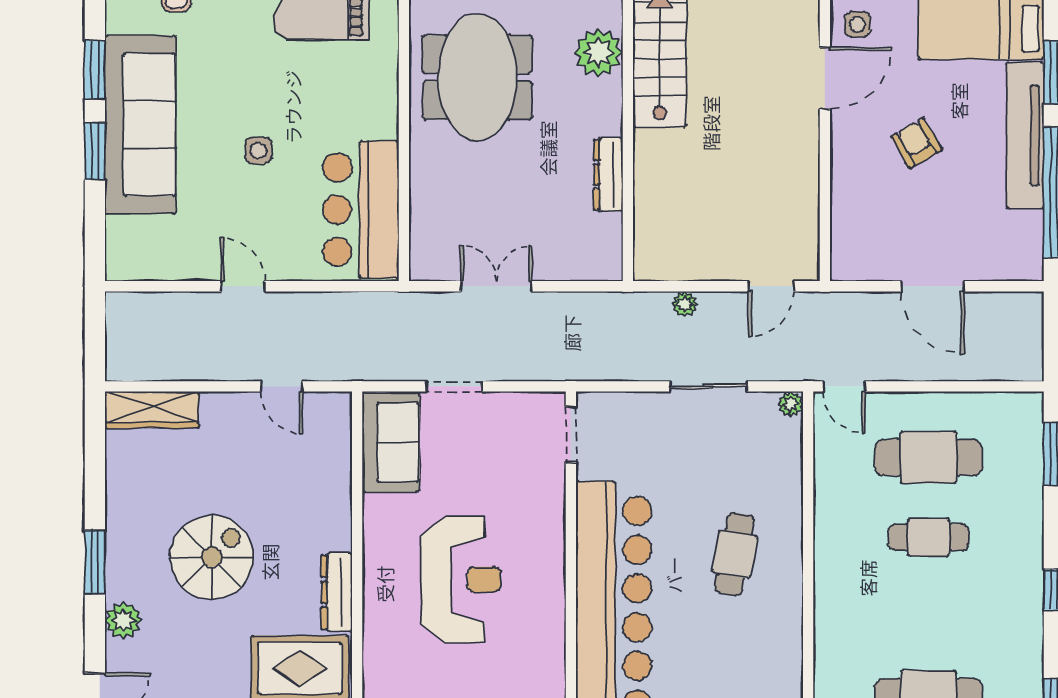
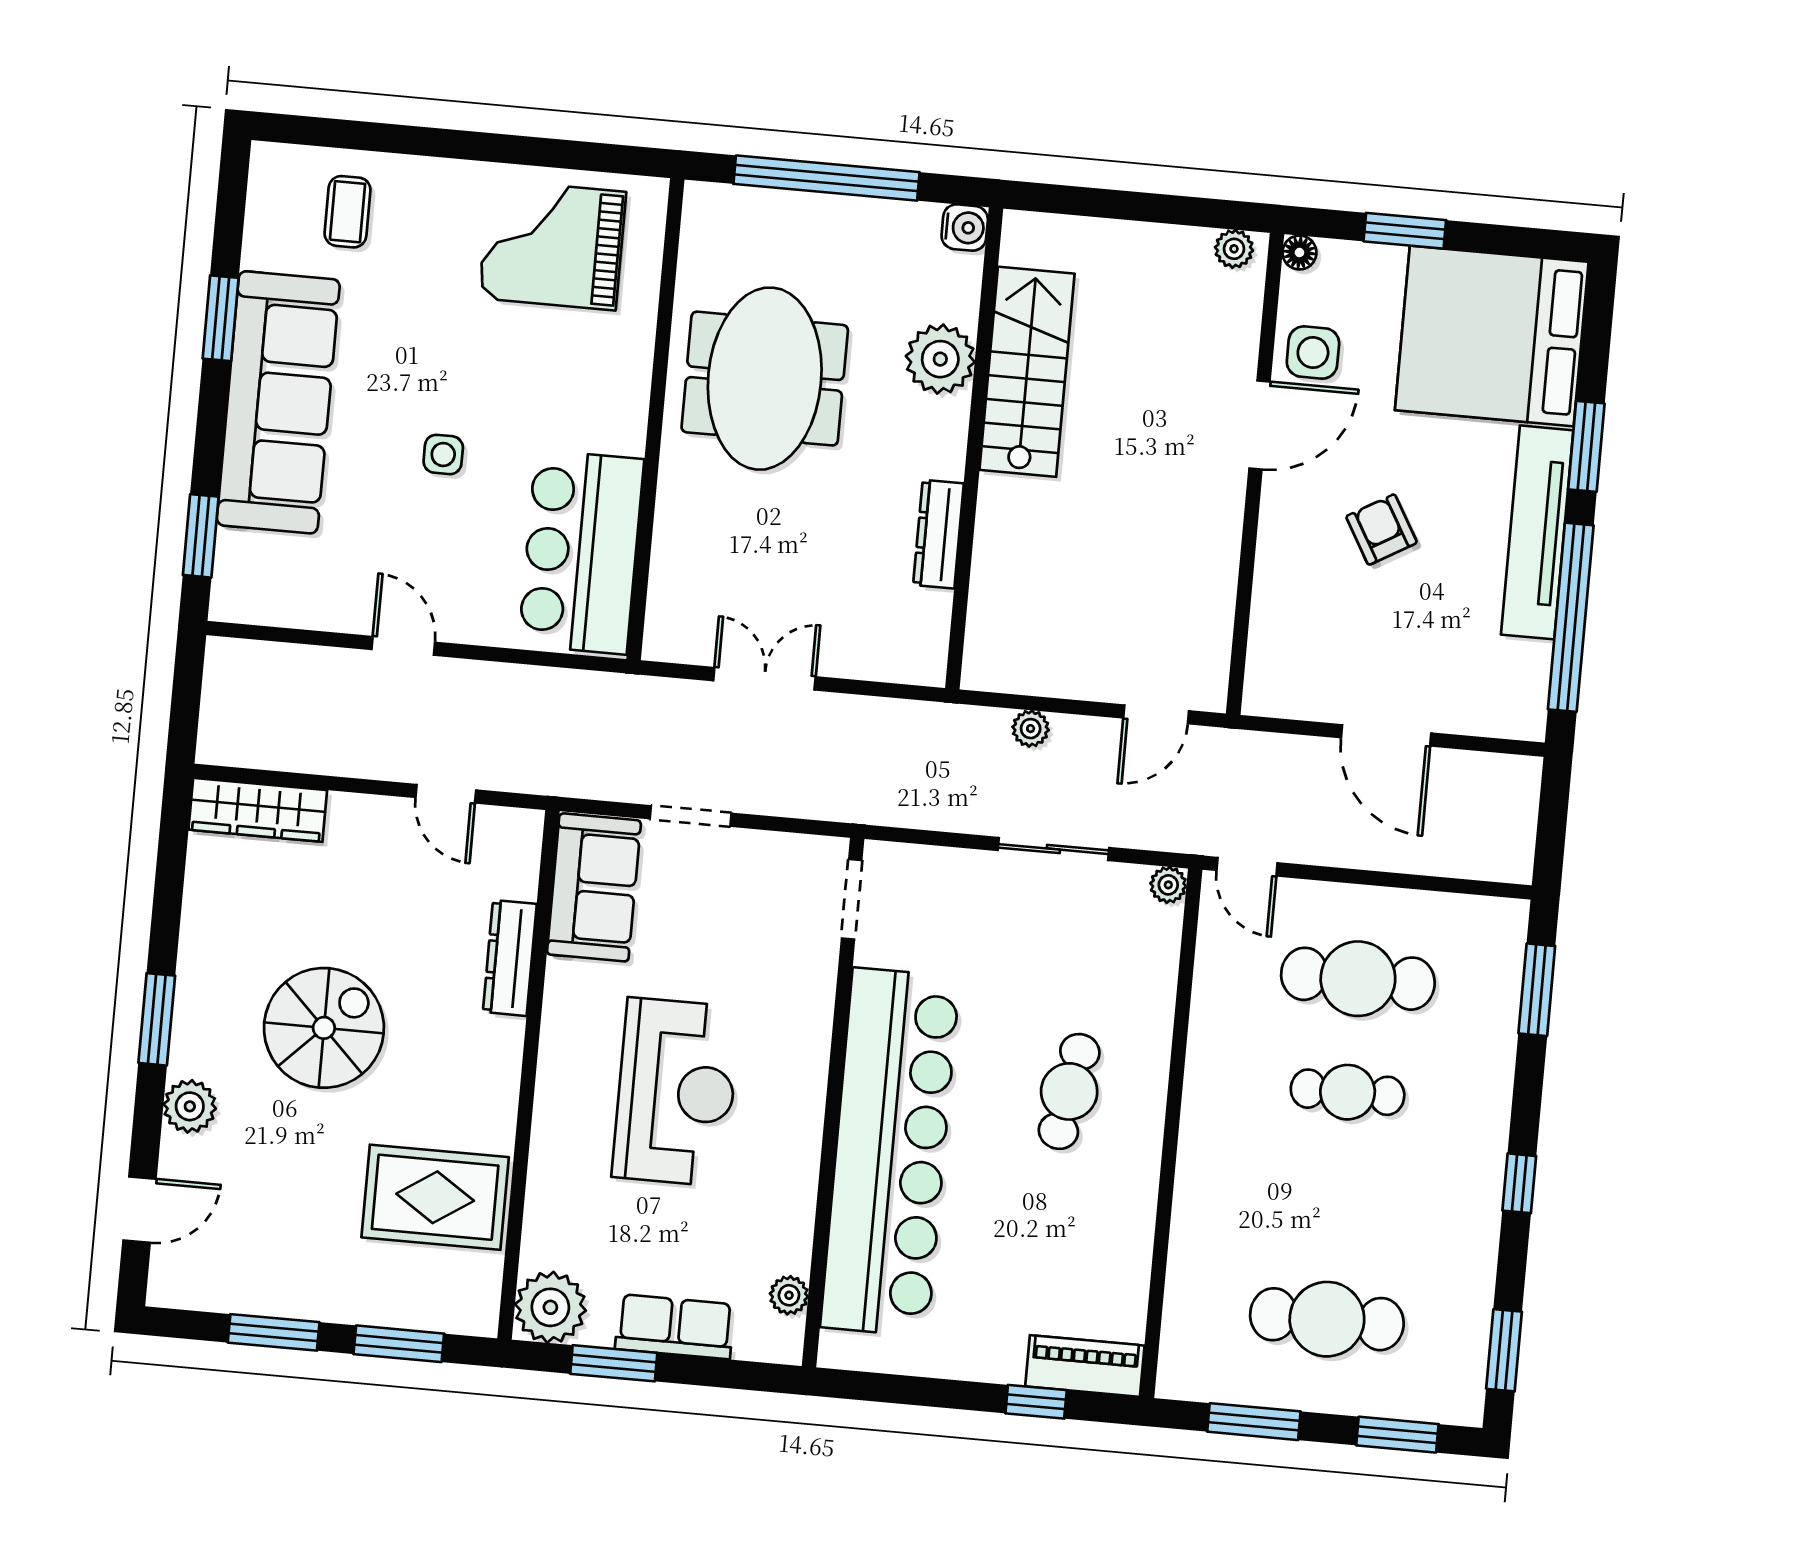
side table: (858, 24) -> (1313, 353), width x1.37, depth x1.37
window: (95, 151) -> (201, 536), moved
dresser: (337, 592) -> (510, 958), moved

